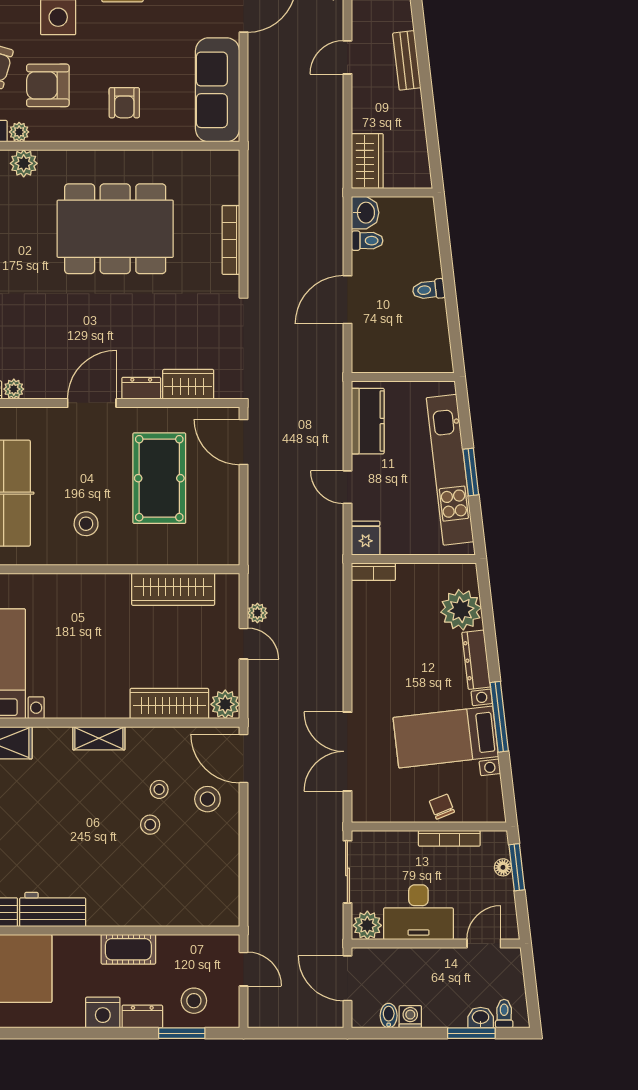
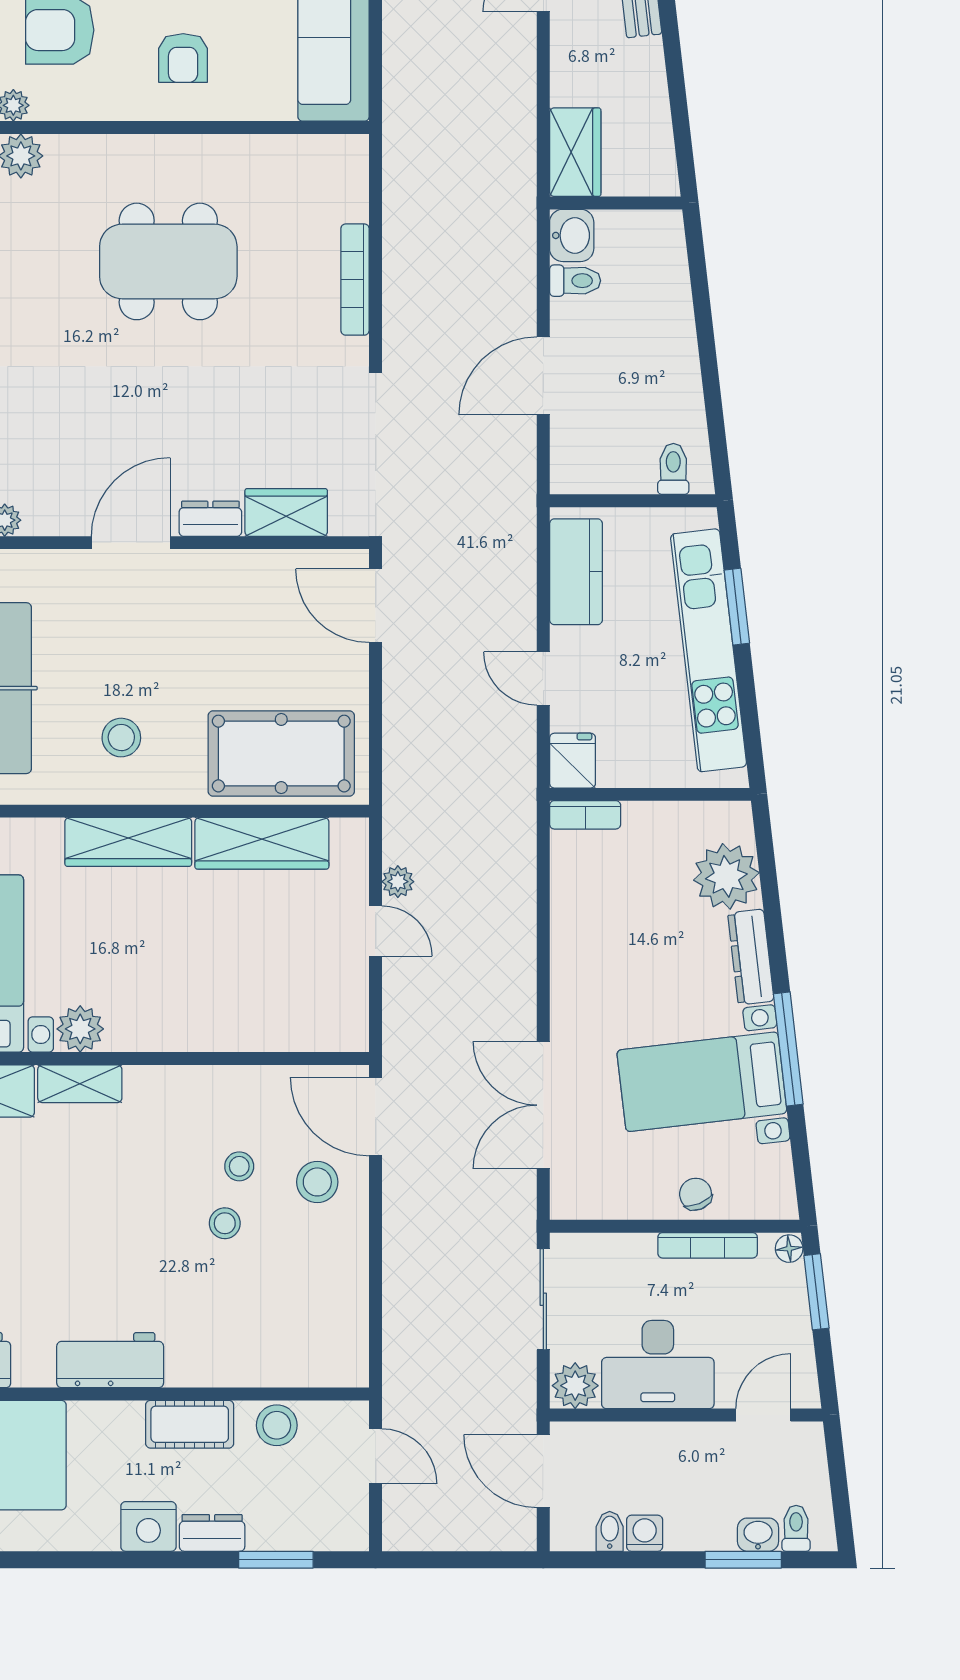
dining table: (115, 229) -> (168, 261), width x0.73, depth x0.80
toilet: (429, 290) -> (673, 469), moved, turned 97
window: (471, 472) -> (737, 607), moved
pool table: (159, 478) -> (281, 754), moved, turned 90
wardrobe: (169, 704) -> (128, 842), moved, turned 180
plant: (225, 704) -> (80, 1029), moved
shelving: (99, 738) -> (80, 1084), moved
floor lamp: (503, 867) -> (789, 1249), moved
workbench: (53, 910) -> (110, 1360), moved
stool: (194, 1001) -> (277, 1425), moved

